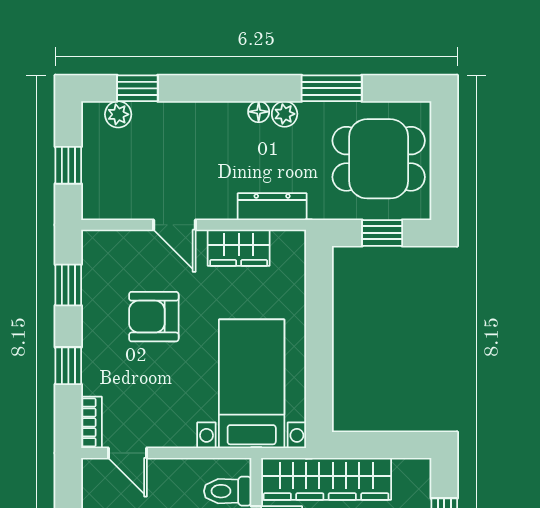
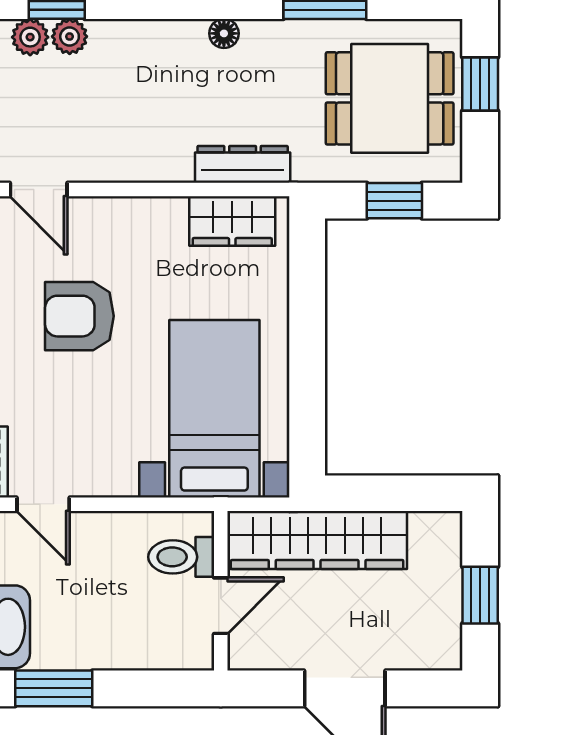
plant: (285, 114) -> (70, 37), moved
window: (444, 148) -> (480, 84), added
door: (174, 225) -> (39, 190), moved
wardrobe: (239, 248) -> (232, 221), moved

